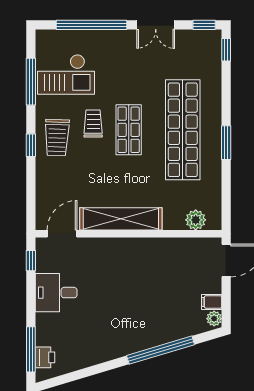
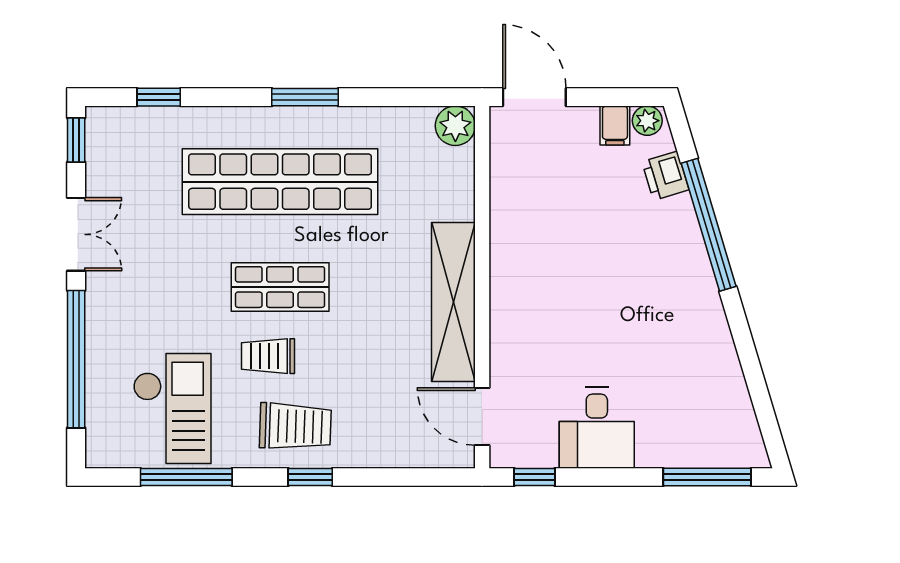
window: (226, 50) -> (159, 97), moved
plant: (196, 220) -> (455, 126), moved
printer: (45, 357) -> (665, 176), moved, turned -107

